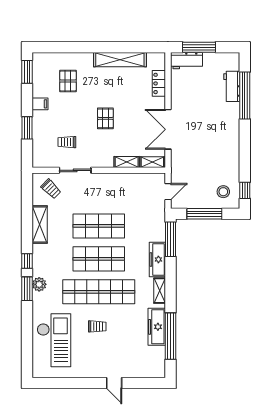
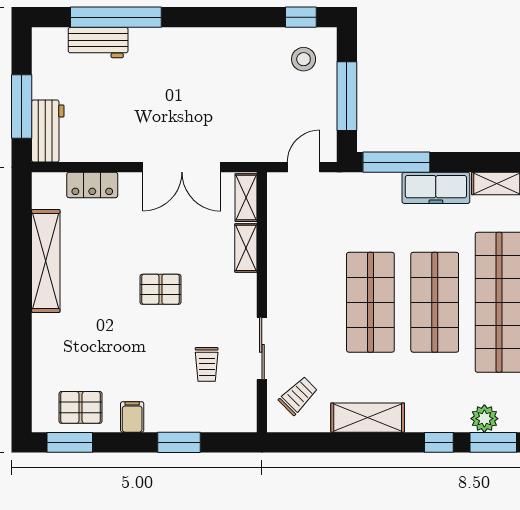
pallet: (68, 81) -> (81, 407), moved
door: (168, 192) -> (304, 167), hinge flipped

